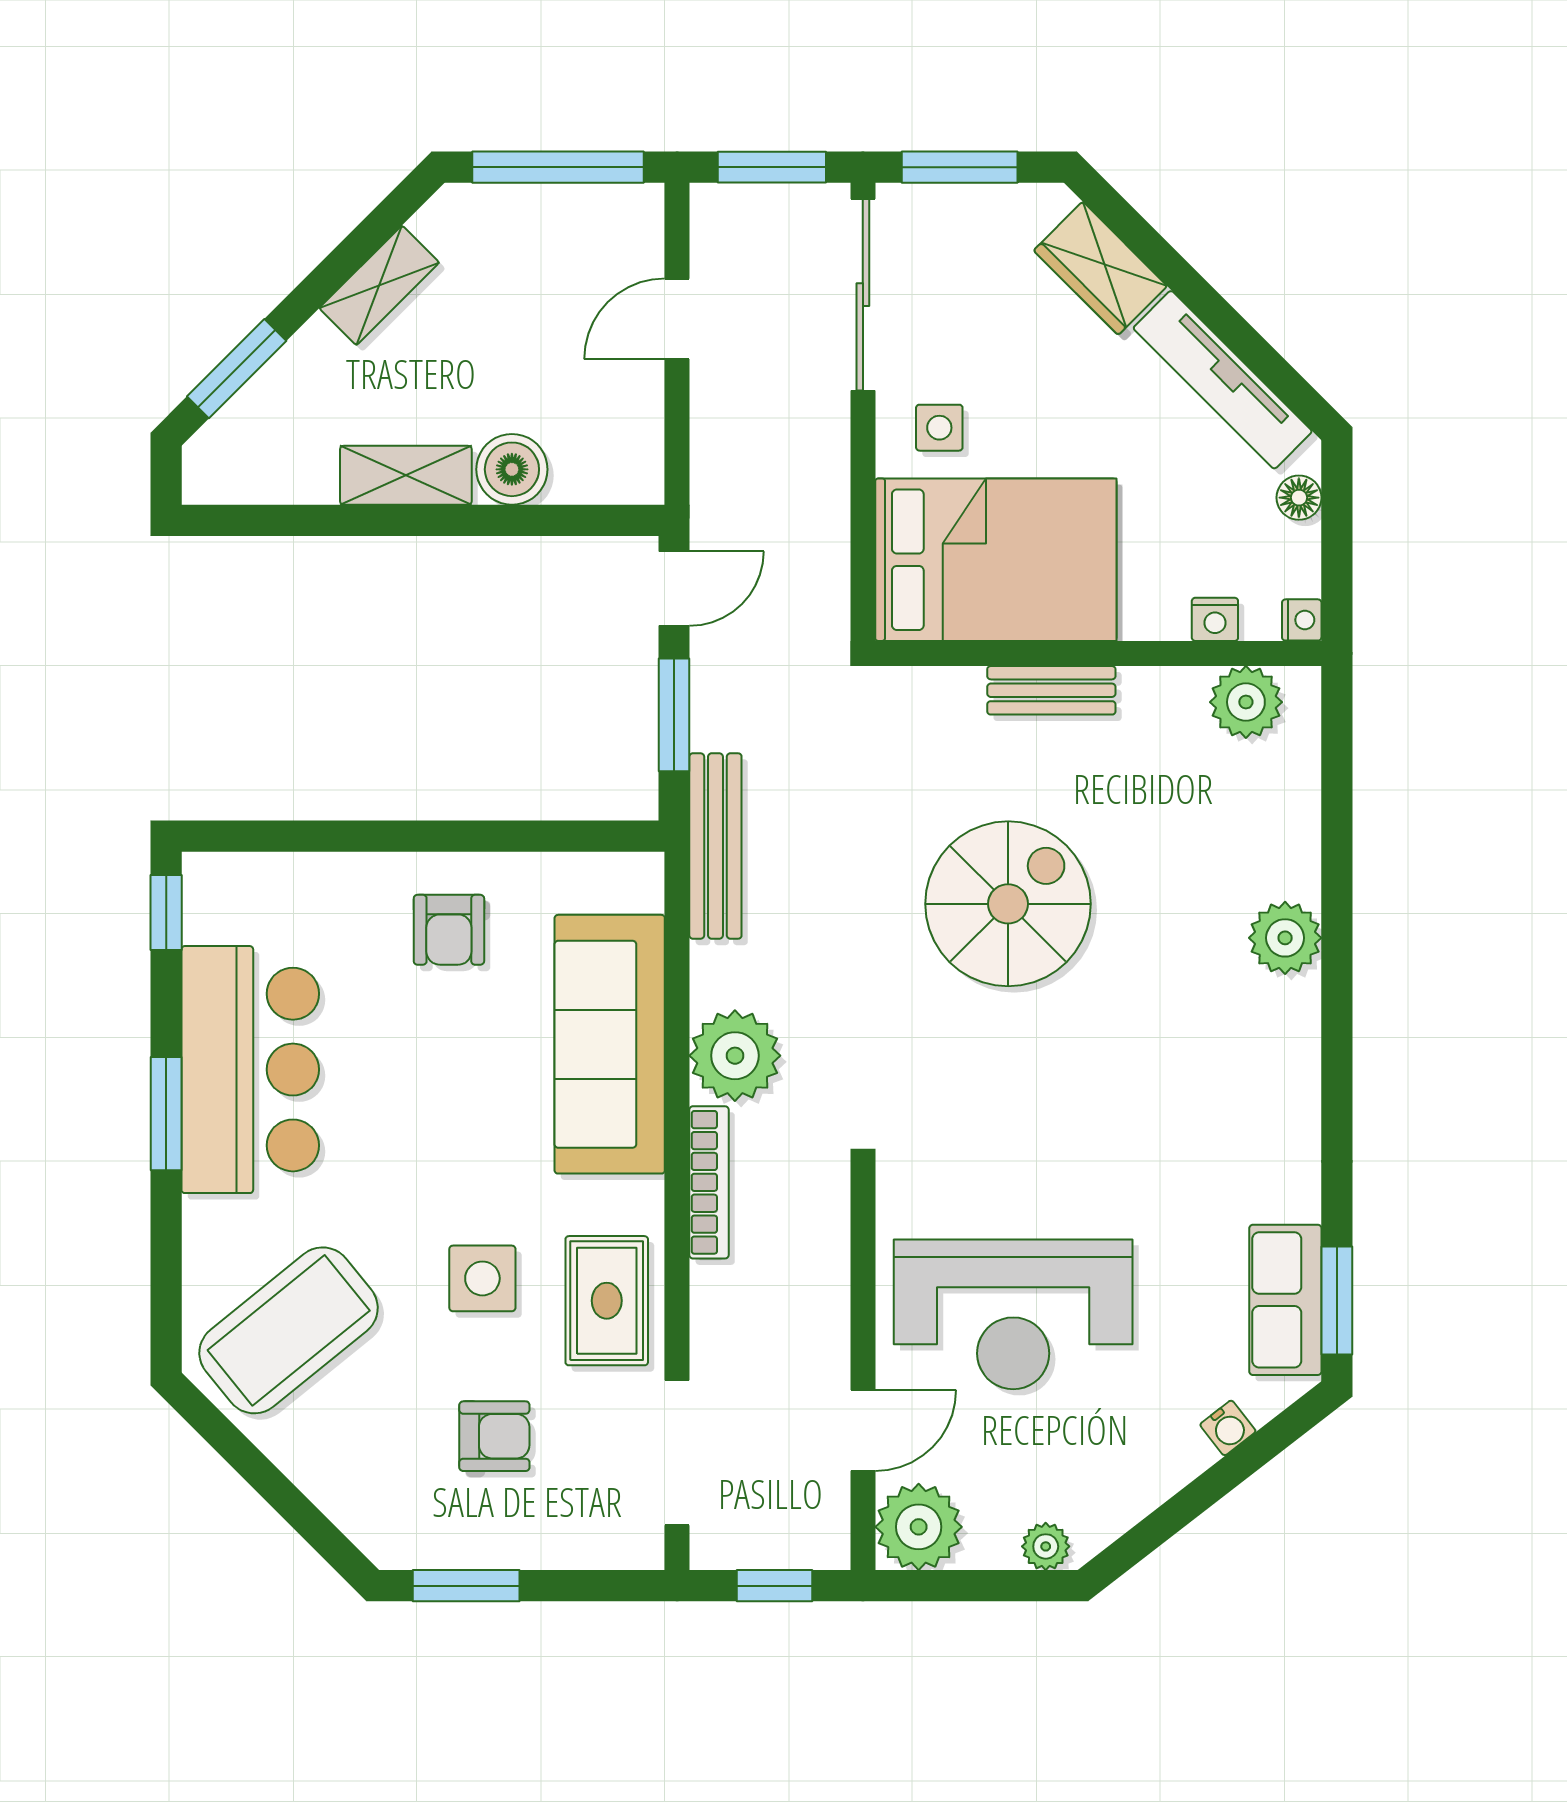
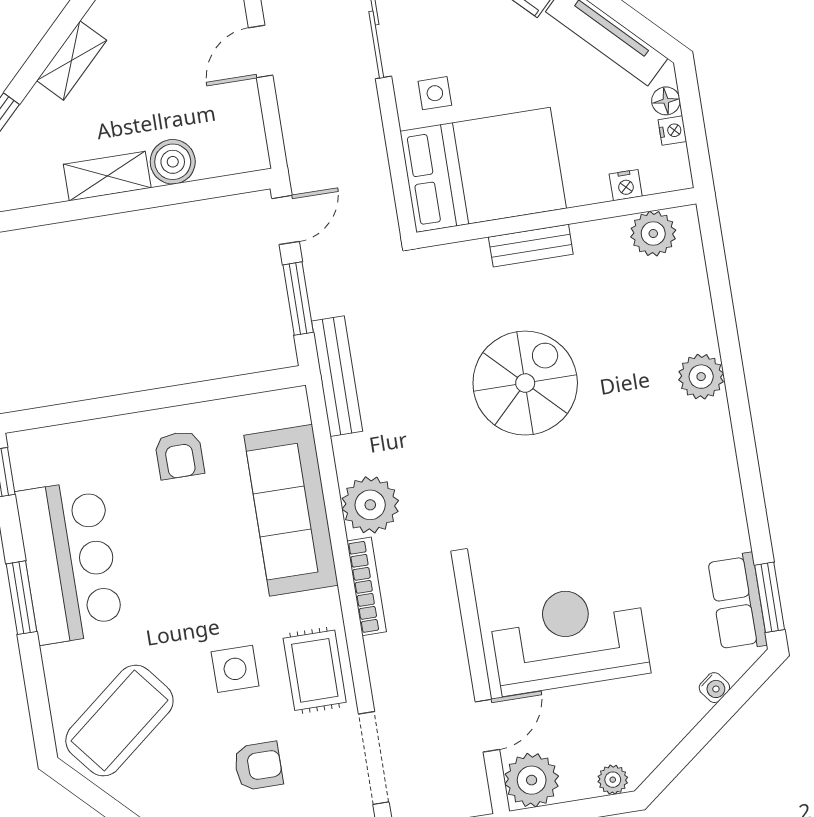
nightstand: (1302, 620) -> (672, 131), moved
reception desk: (1013, 1314) -> (569, 638), turned 180

